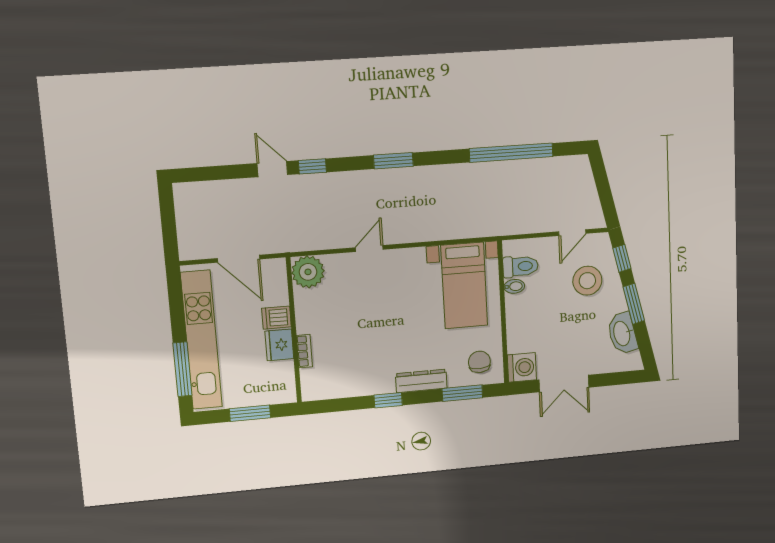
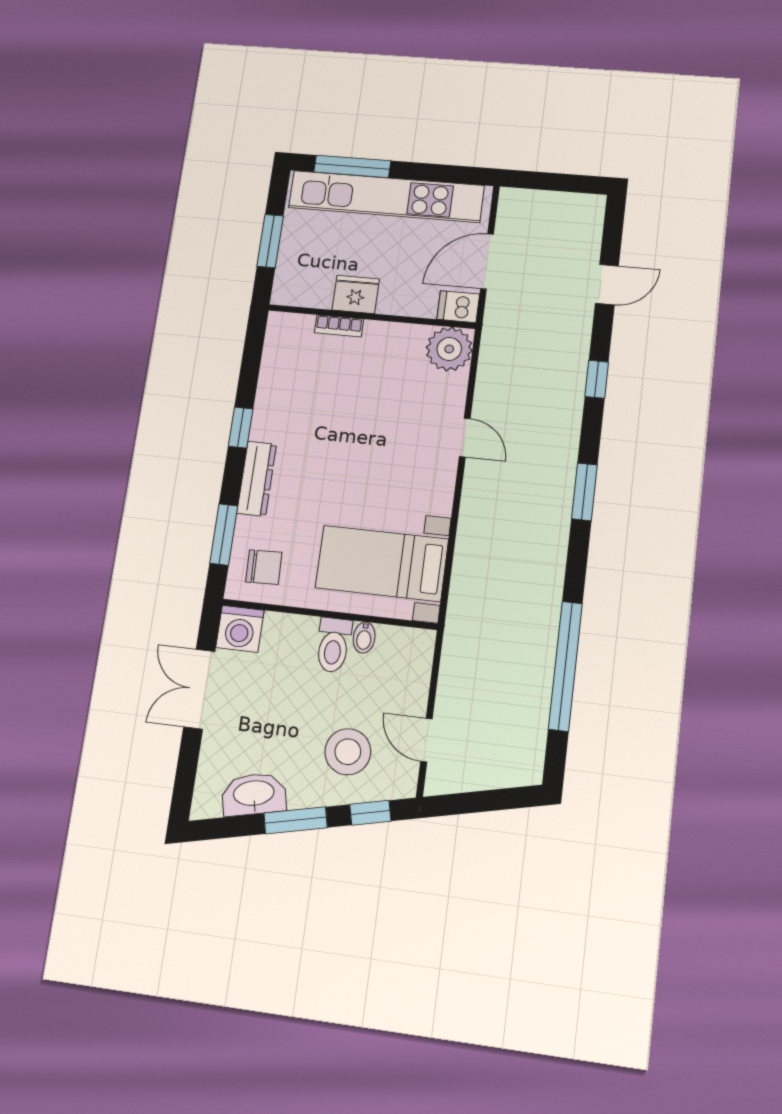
door: (272, 169) -> (607, 285), moved
toilet: (520, 266) -> (333, 645), moved
dishwasher: (276, 318) -> (458, 307), moved, turned -90

